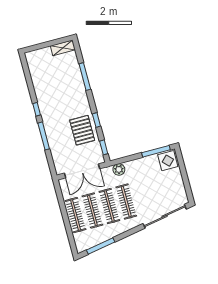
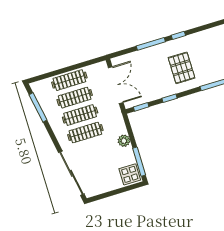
pallet: (82, 130) -> (182, 68), moved, turned 90
plant: (119, 169) -> (124, 141), moved
double door: (82, 171) -> (116, 85), swing flipped

